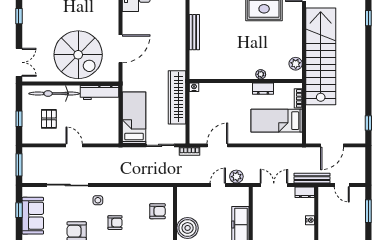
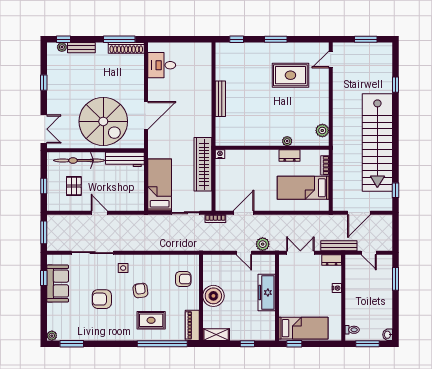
stairs: (321, 56) -> (377, 143), moved, turned 180
door: (218, 185) -> (244, 253), swing flipped
armchair: (115, 223) -> (140, 290), turned -98

